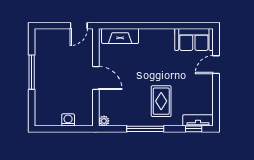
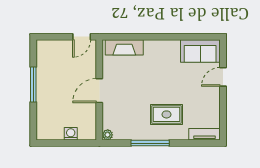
door: (96, 78) -> (99, 91), swing flipped
rug: (161, 101) -> (167, 114), turned 90
window: (194, 129) -> (200, 143), removed

